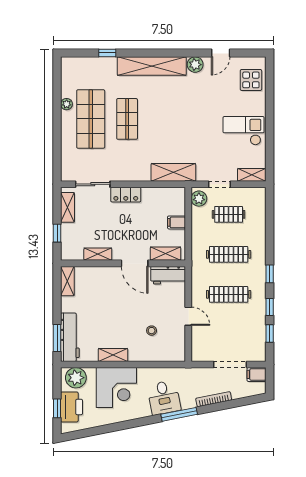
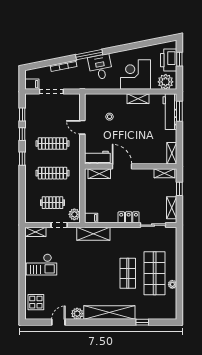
filing cabinet: (177, 222) -> (91, 218), moved
shelving: (98, 254) -> (164, 173), moved

